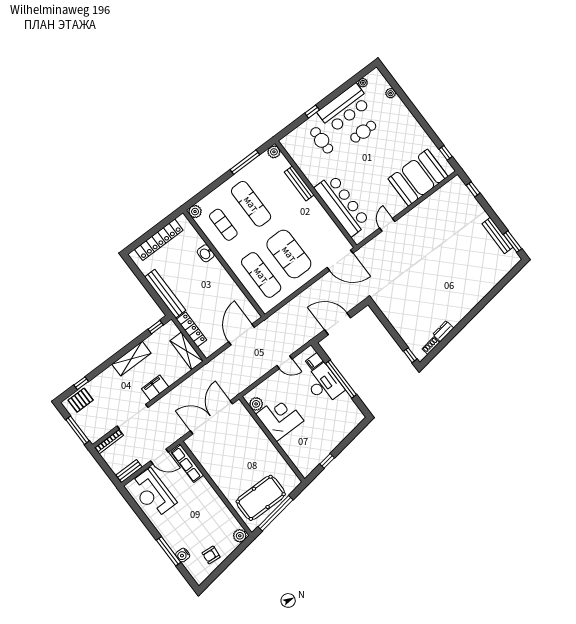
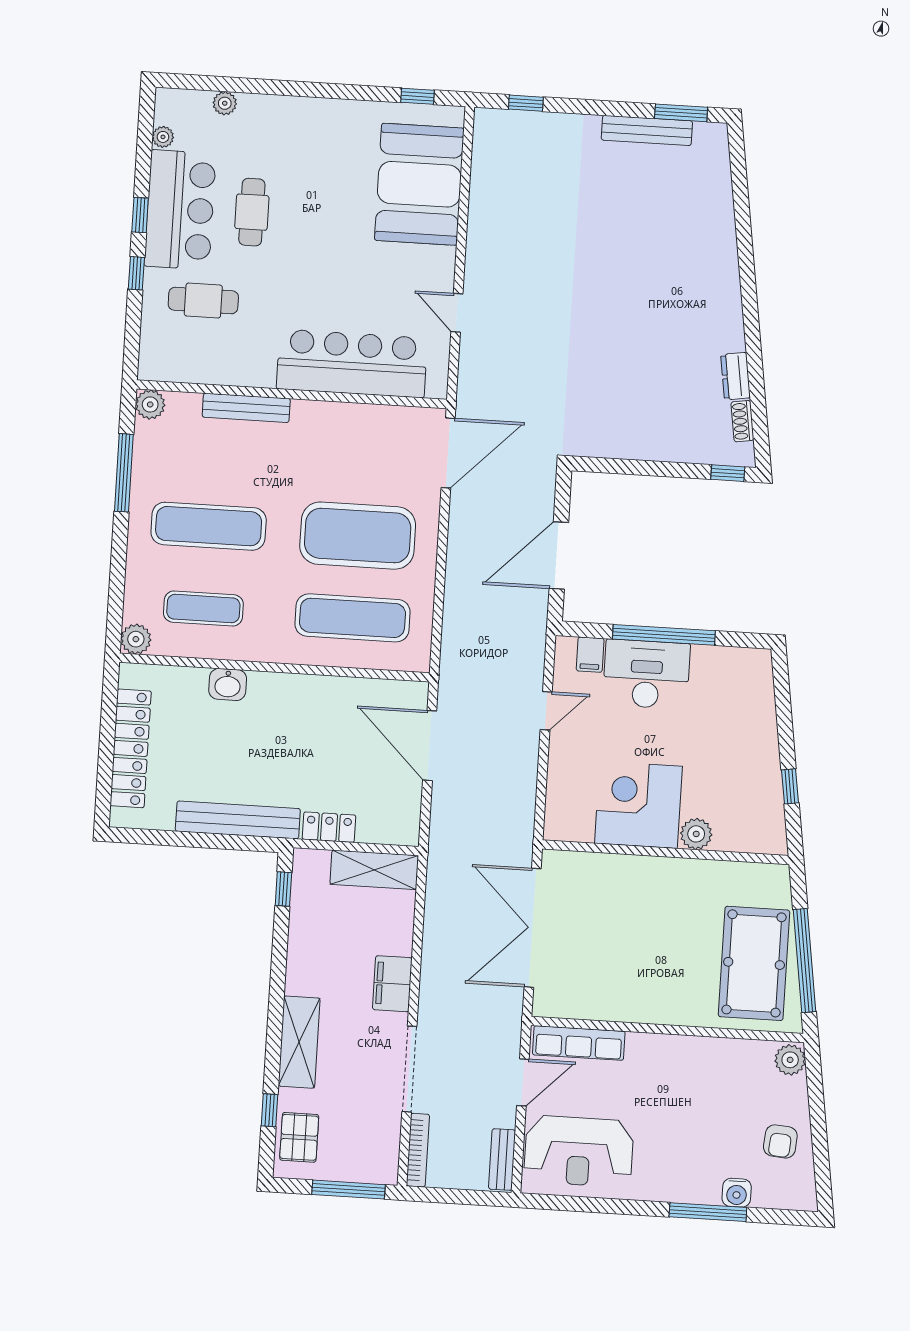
window: (332, 97) -> (140, 215), added
locker: (192, 330) -> (329, 827), width x0.66
shelving: (131, 359) -> (299, 1042), moved
plant: (256, 404) -> (696, 834), moved

